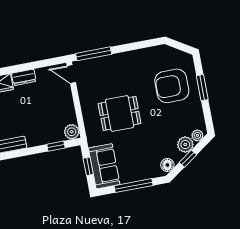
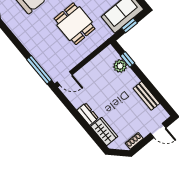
door: (71, 74) -> (65, 78), hinge flipped
plant: (72, 132) -> (120, 66), moved

